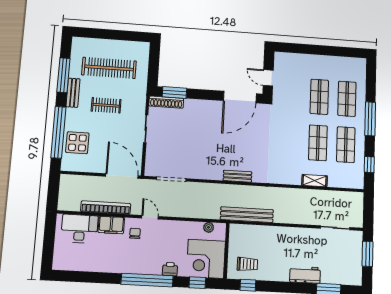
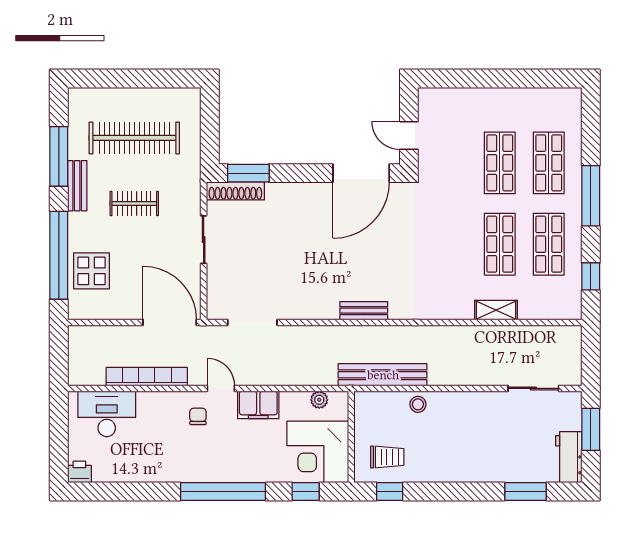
filing cabinet: (111, 225) -> (258, 405), moved
stool: (267, 233) -> (418, 404), added
printer: (170, 269) -> (79, 472), moved
workbench: (305, 275) -> (569, 457), moved, turned -90

